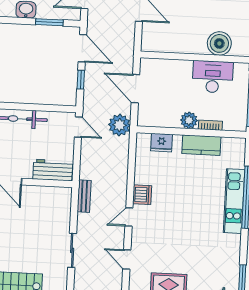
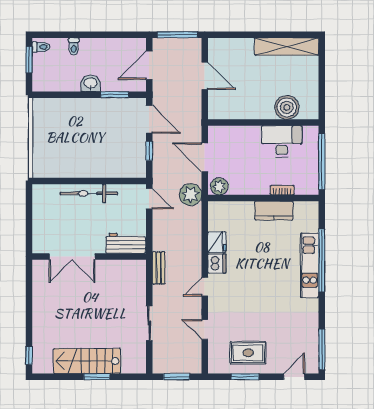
plant: (189, 120) -> (219, 186), moved
fridge: (161, 143) -> (217, 242), moved, turned -90

